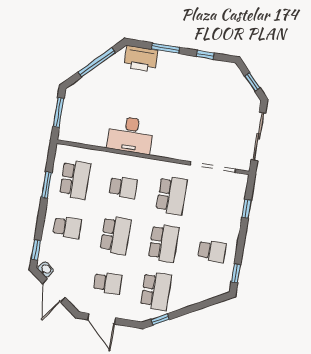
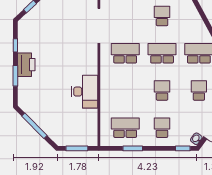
printer: (141, 59) -> (26, 65), moved
school desk: (123, 188) -> (125, 90), removed
school desk: (115, 235) -> (162, 90), width x0.54

